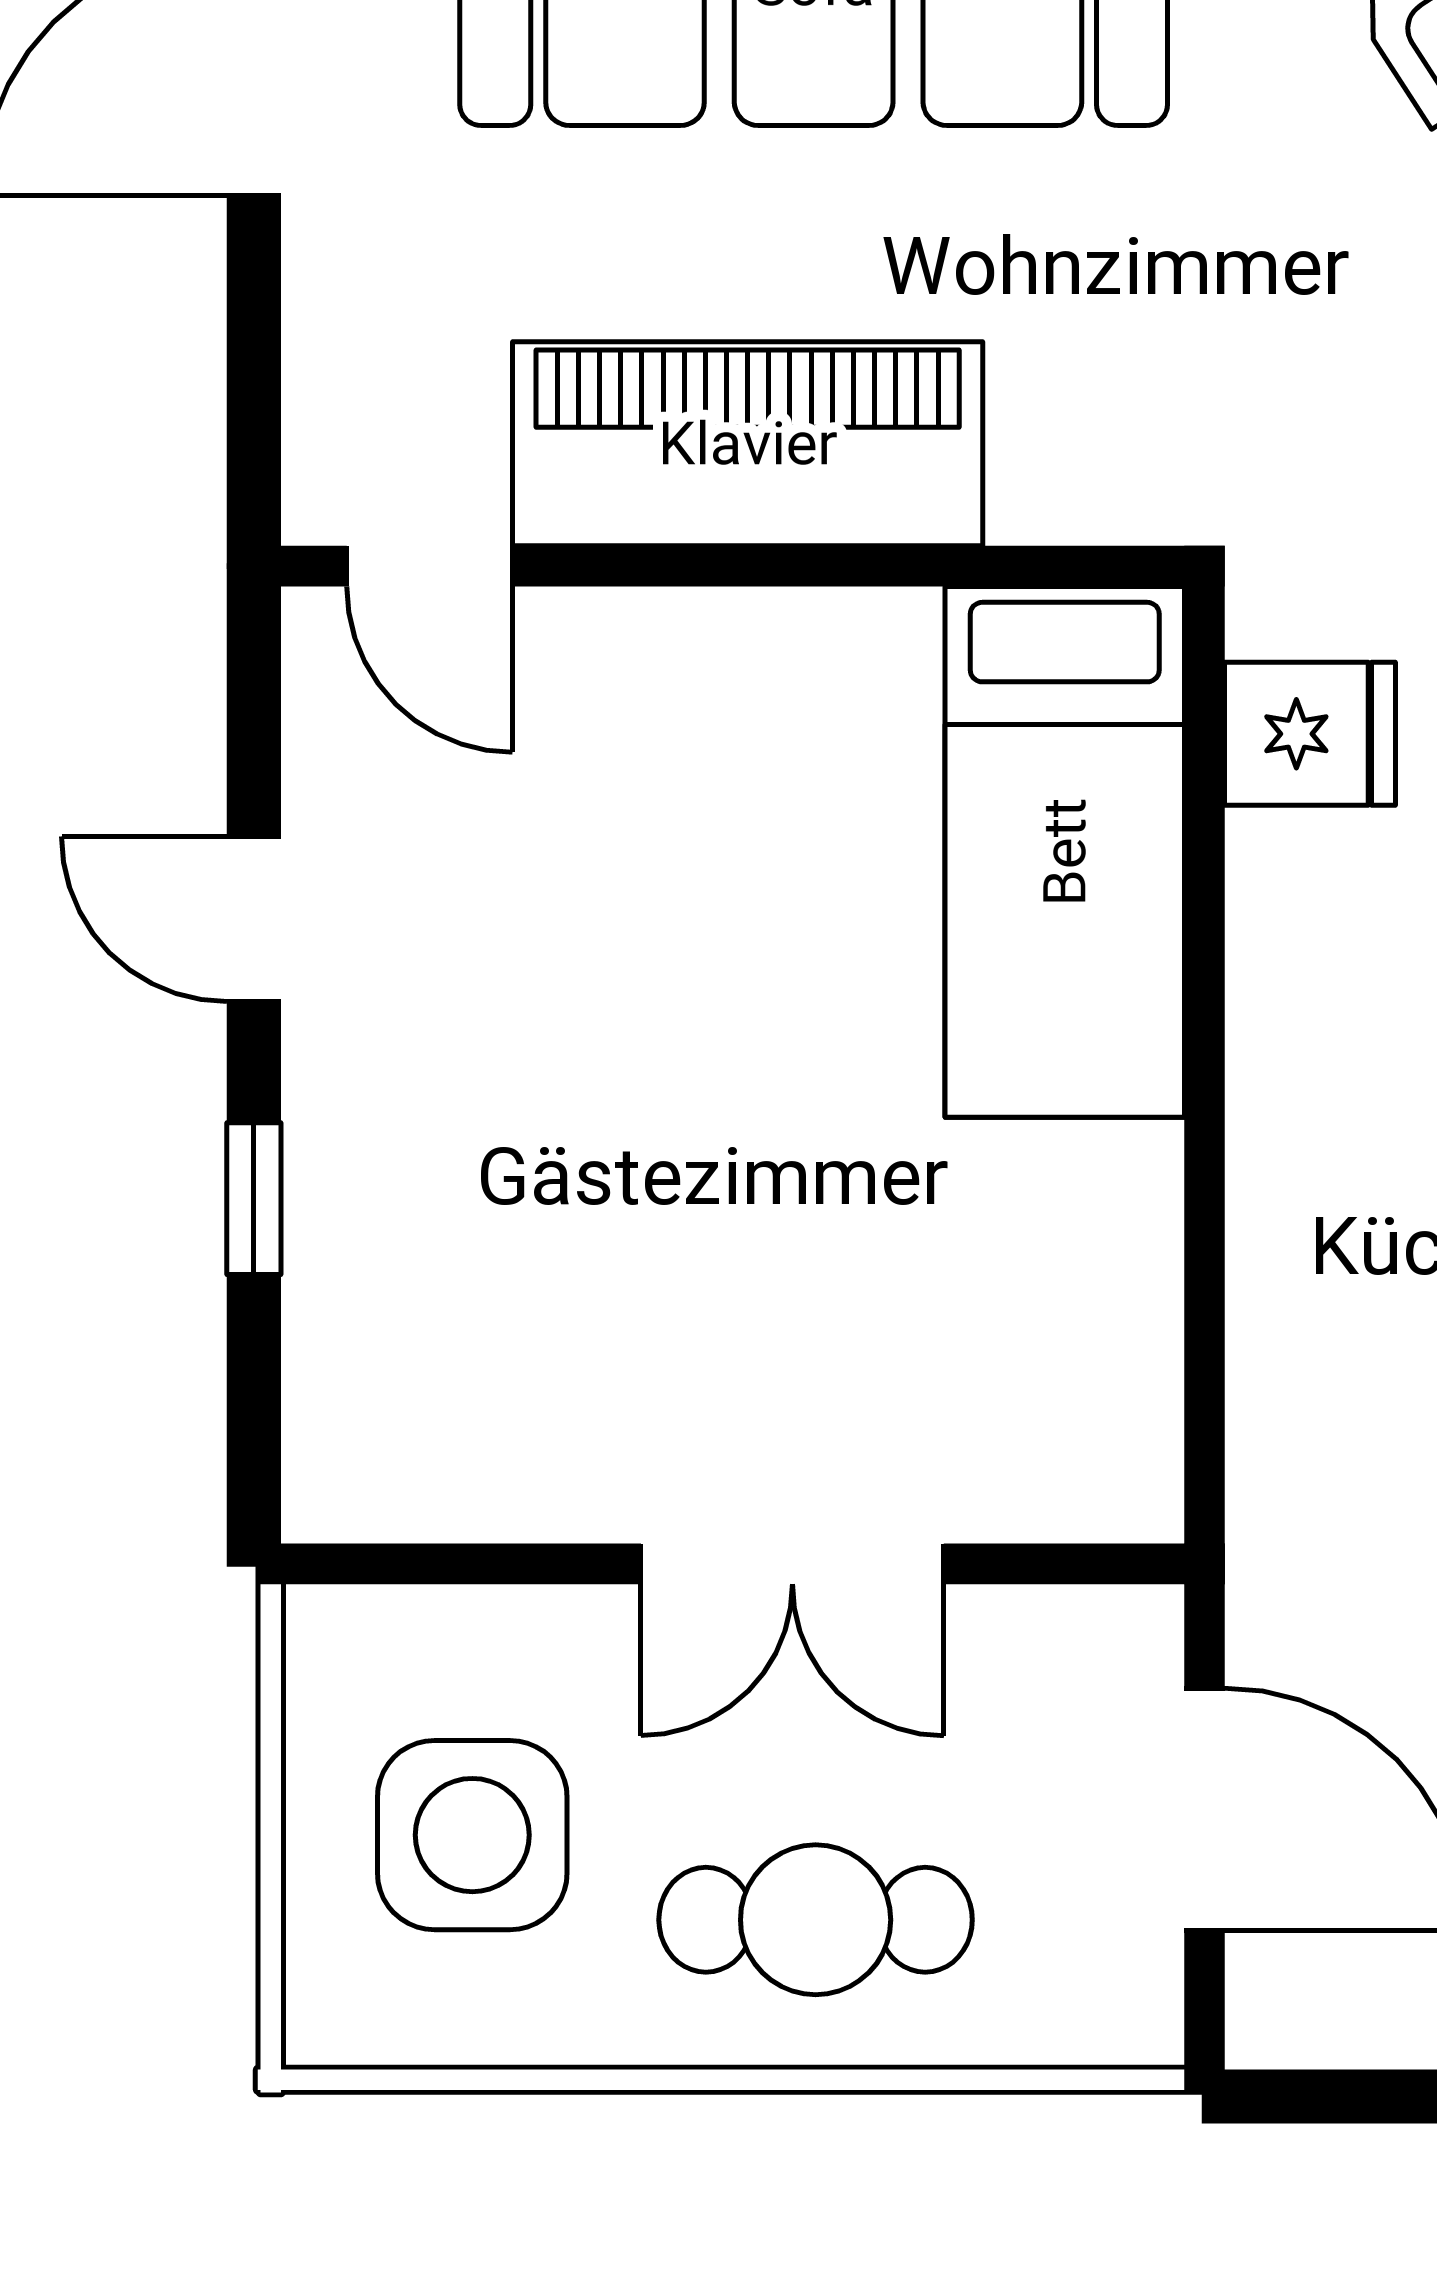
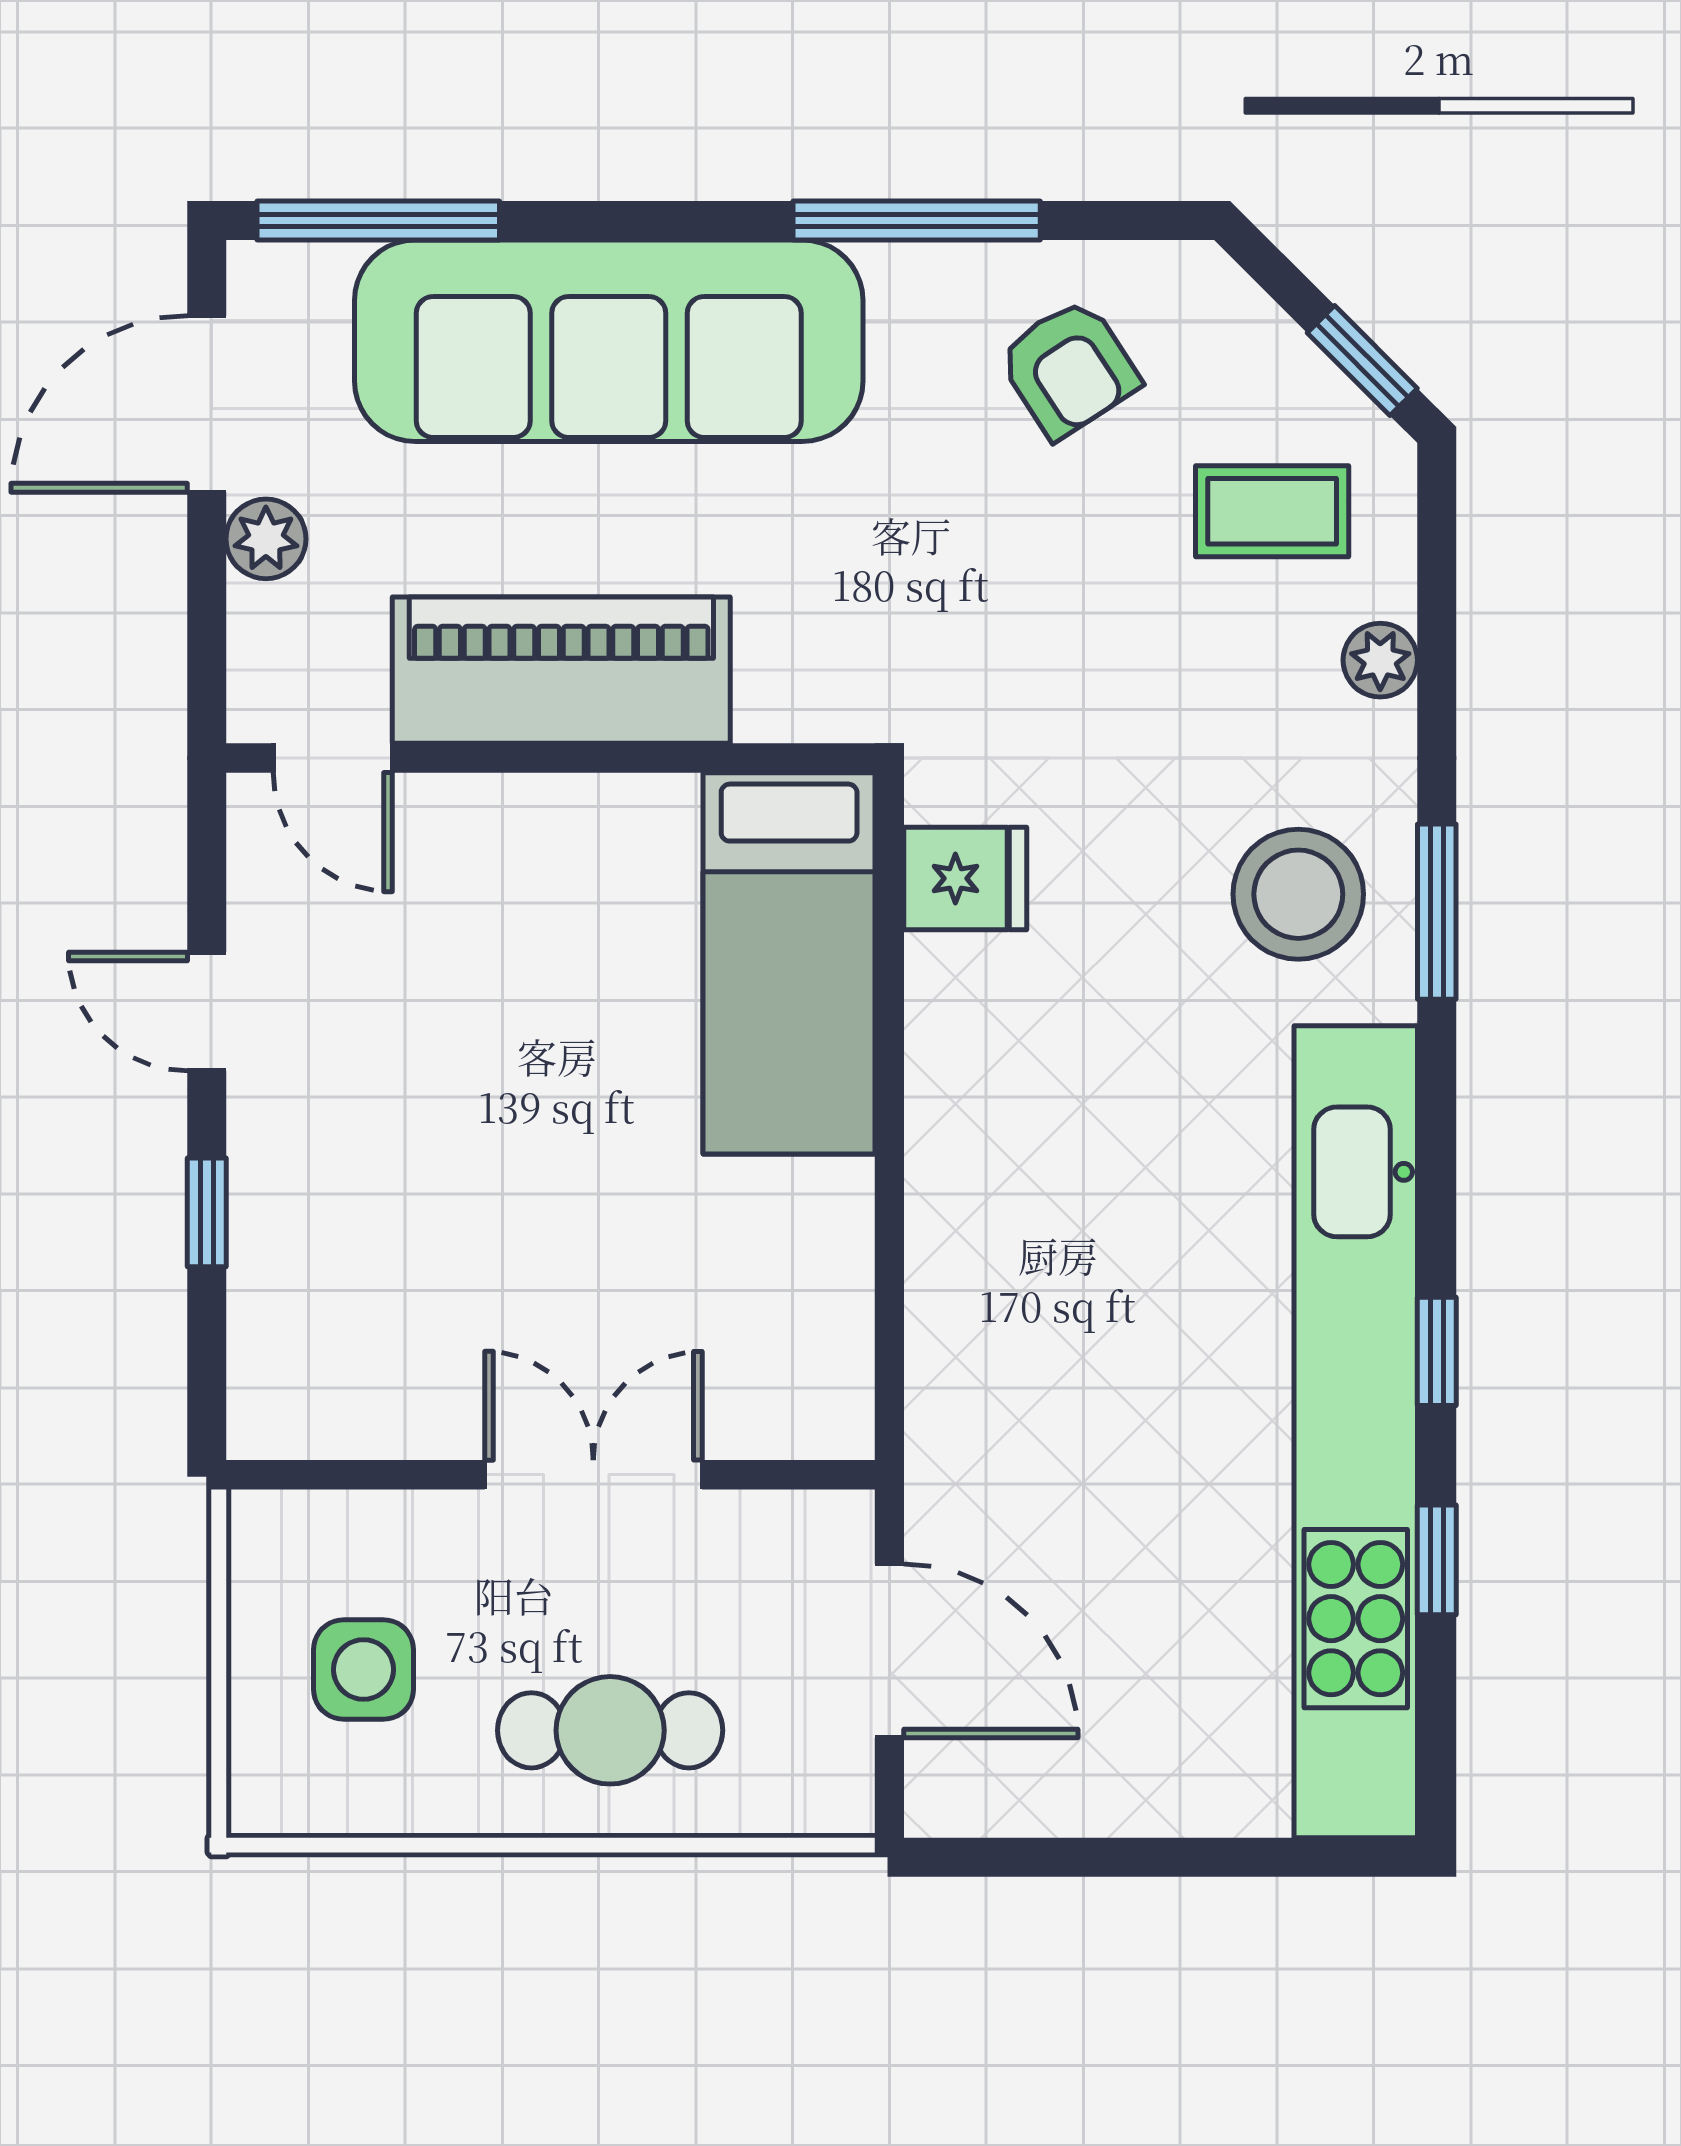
plant: (336, 261) -> (266, 539), added
double door: (792, 1564) -> (593, 1475), swing flipped
side table: (472, 1835) -> (364, 1670), width x0.73, depth x0.73

